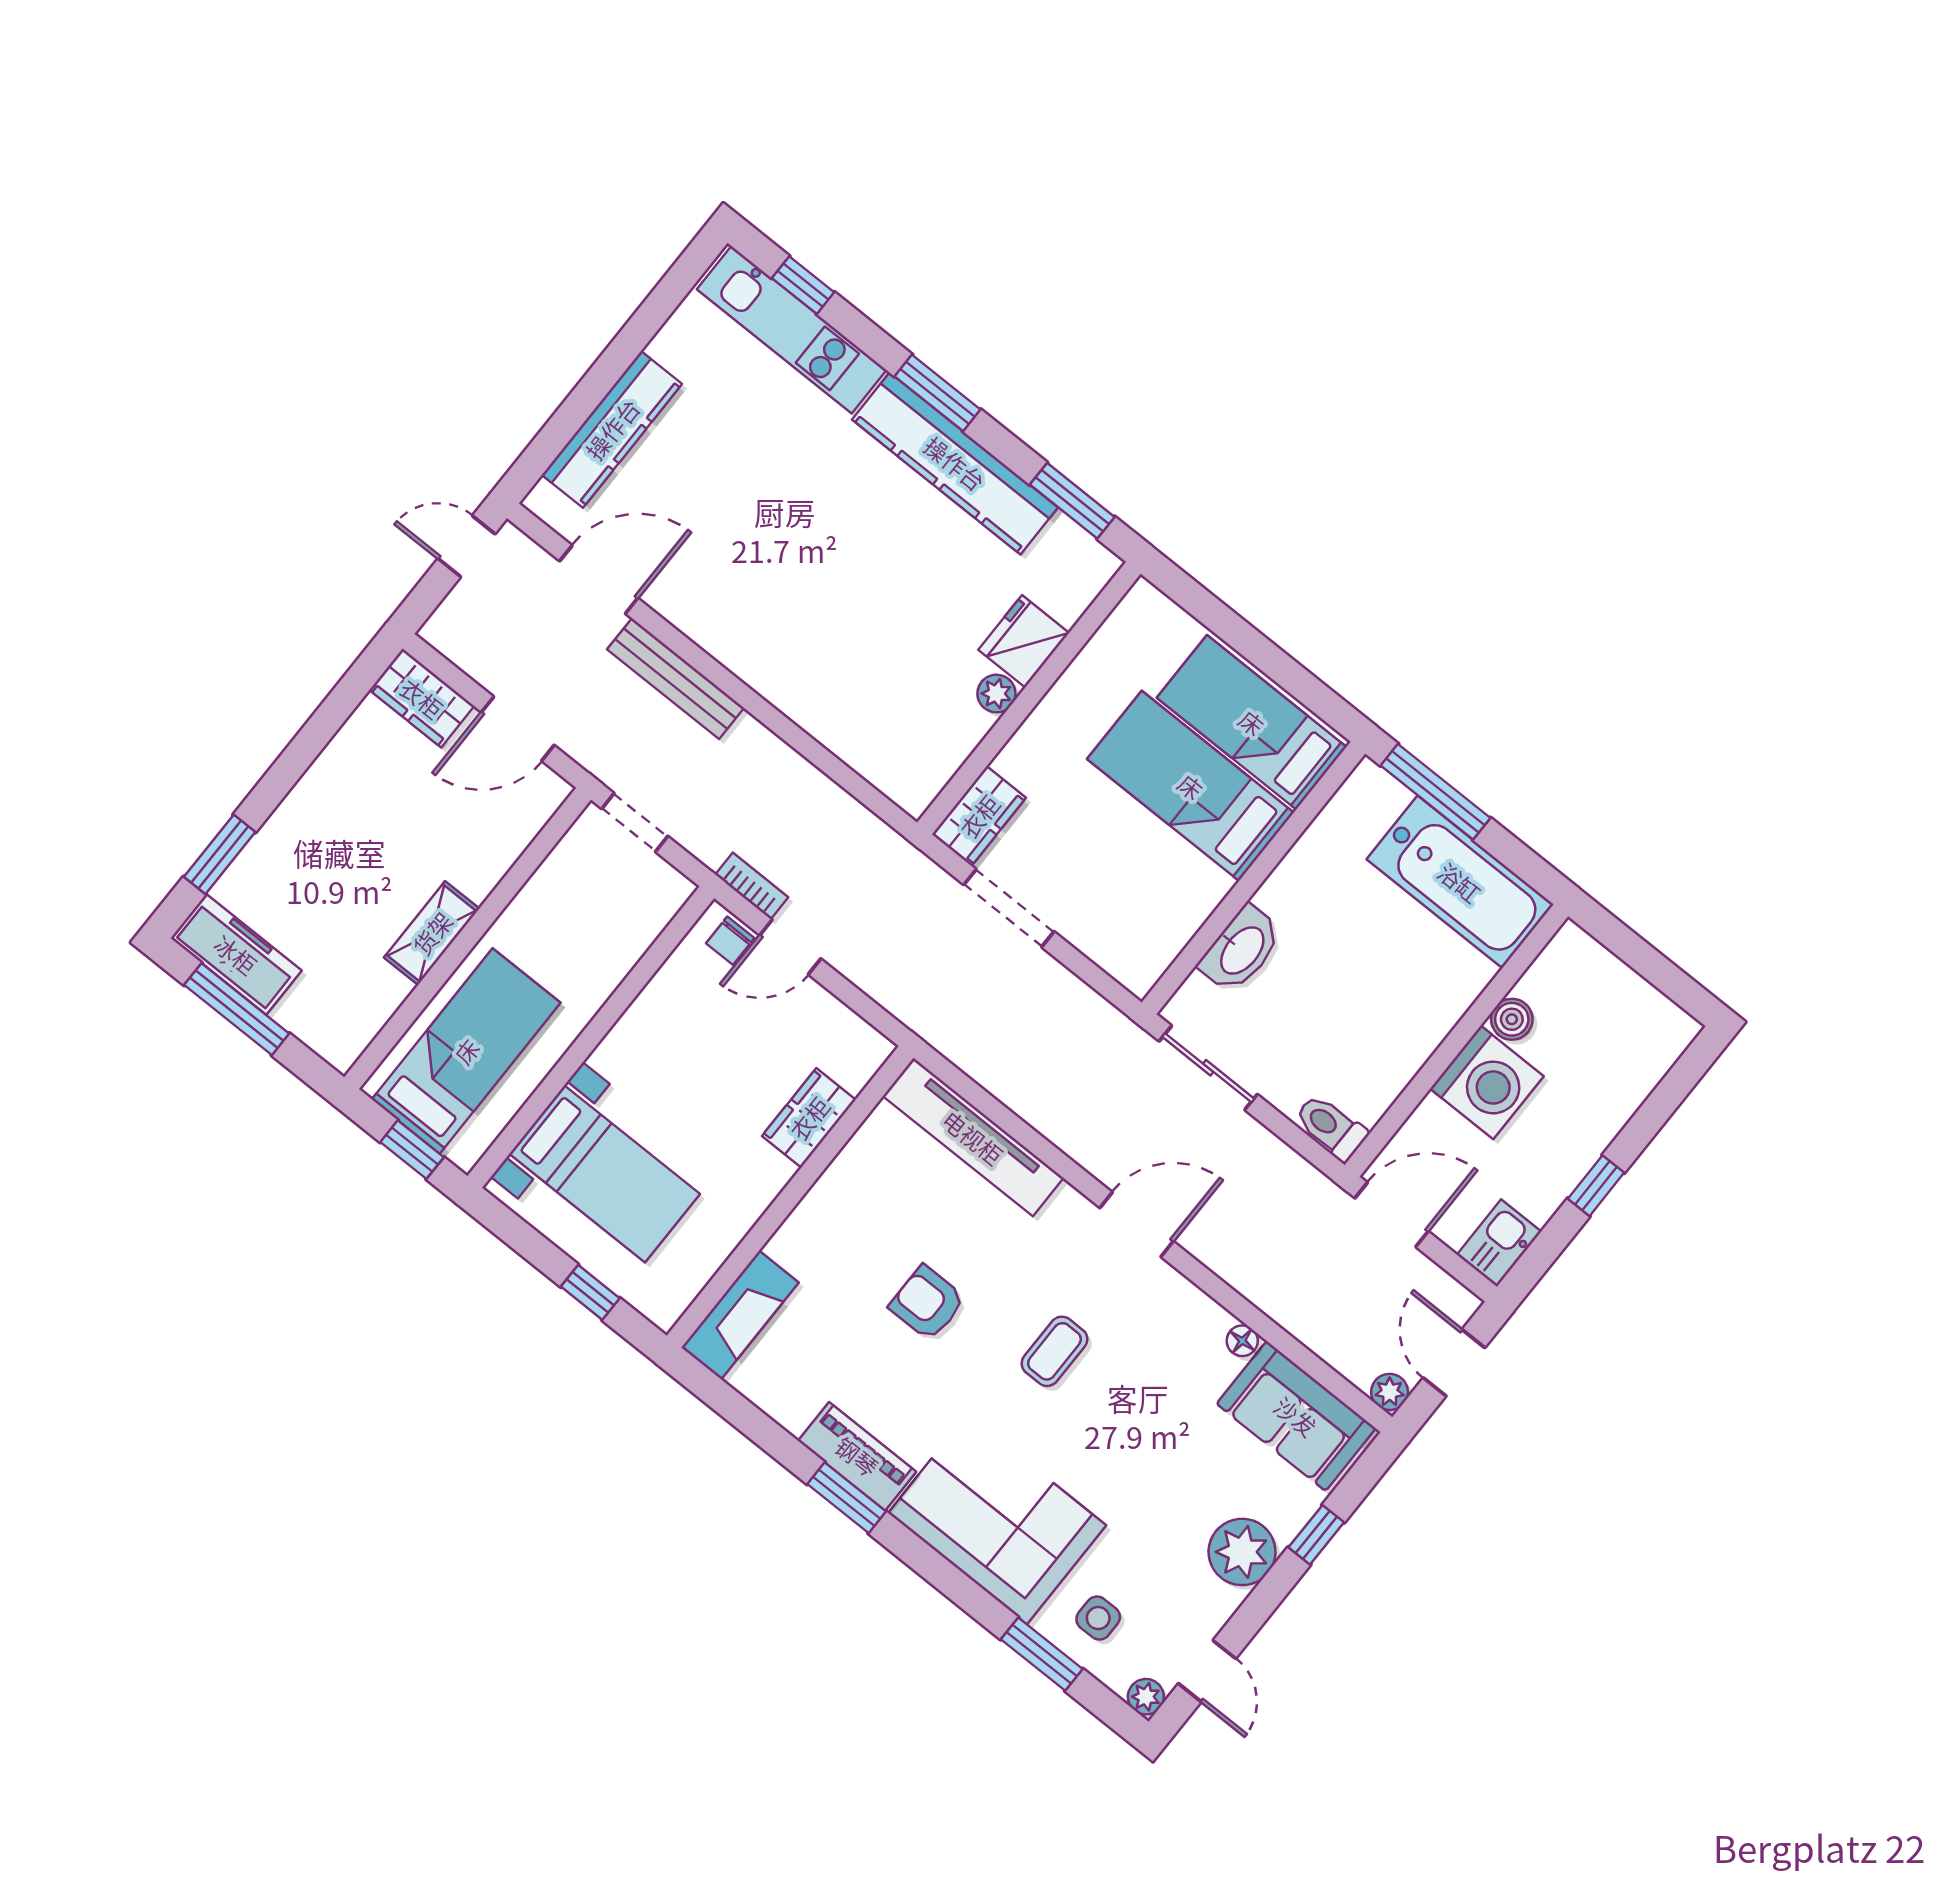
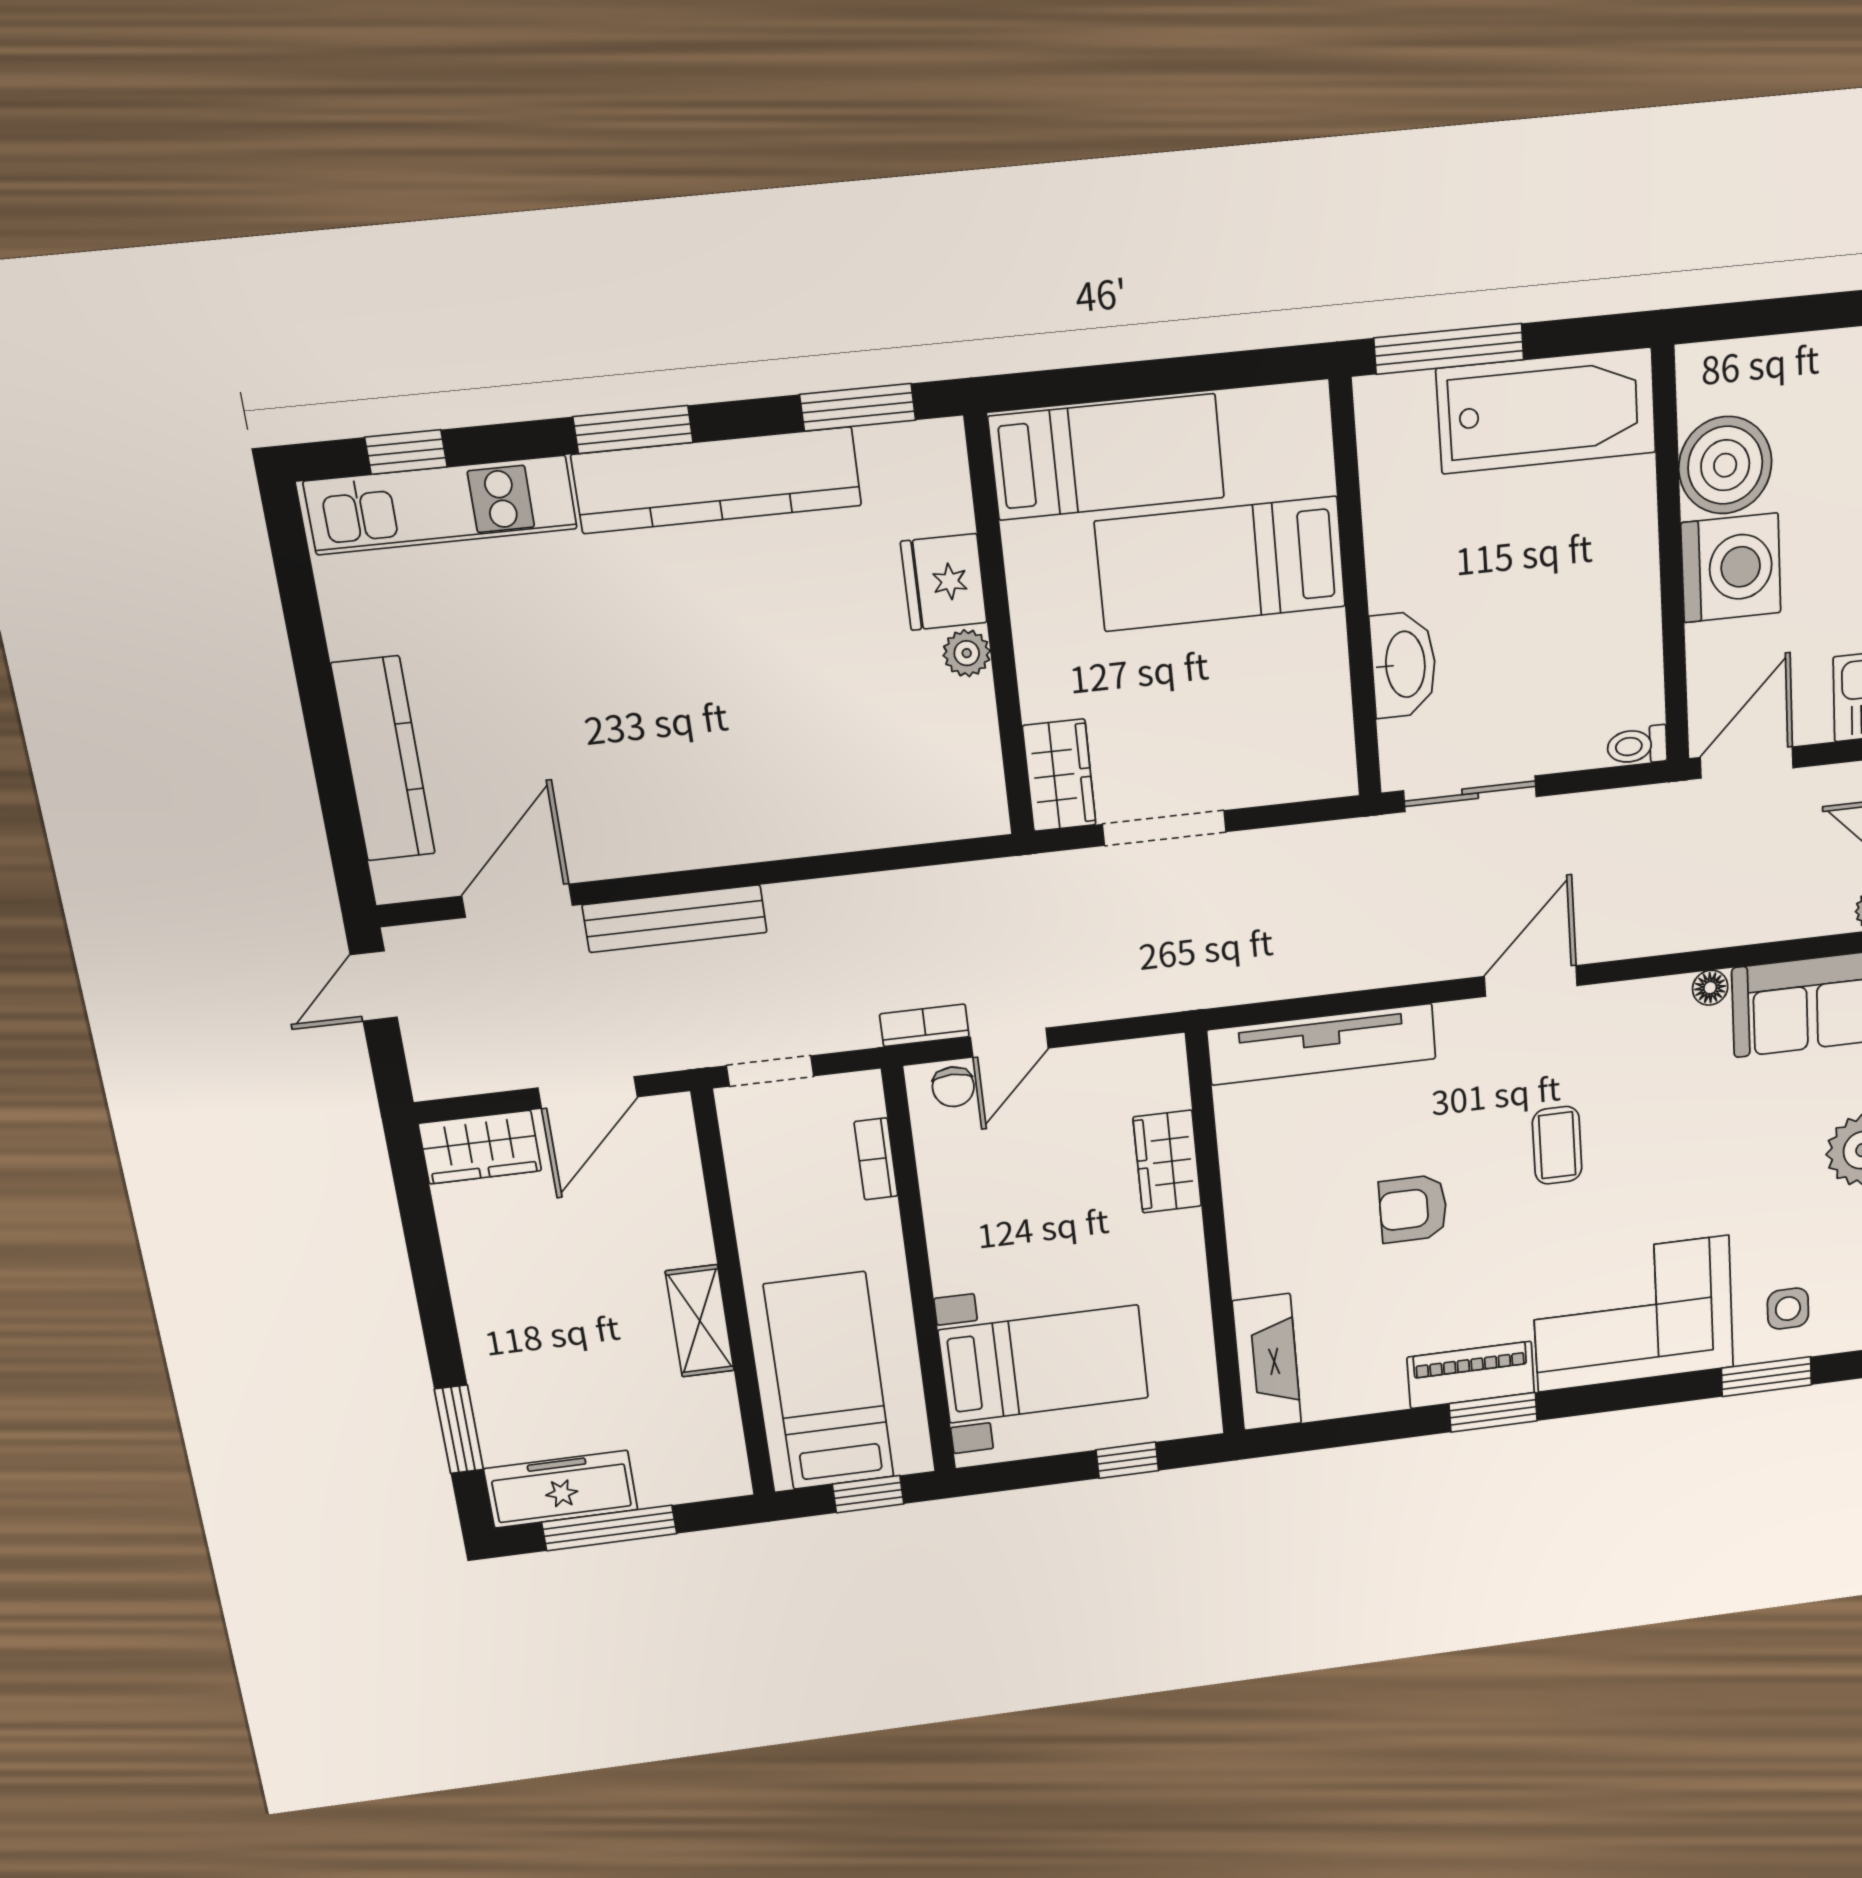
bed: (1252, 722) -> (1107, 457), moved, turned 180
bookcase: (640, 939) -> (876, 1159), added
boiler: (1512, 1019) -> (1725, 465), width x1.86, depth x1.86
toilet: (1331, 1127) -> (1637, 746), width x0.73, depth x0.72

